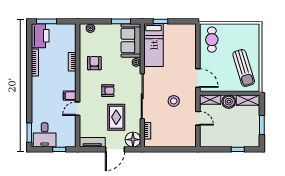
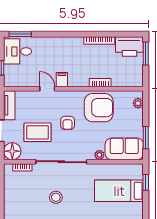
bed: (154, 45) -> (119, 191), moved
armchair: (94, 63) -> (99, 108), width x1.88, depth x1.88

